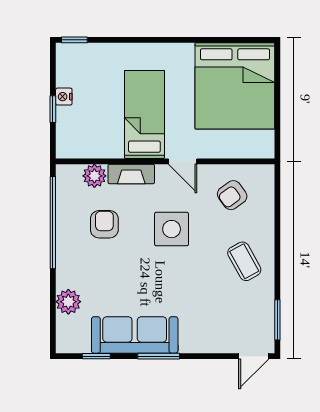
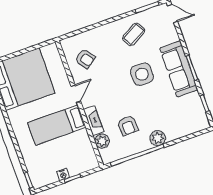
armchair: (104, 224) -> (128, 126), turned -92
side table: (172, 229) -> (142, 74), moved
coffee table: (244, 261) -> (134, 34), moved
plant: (68, 302) -> (158, 138), moved
sofa: (135, 335) -> (179, 69), moved

